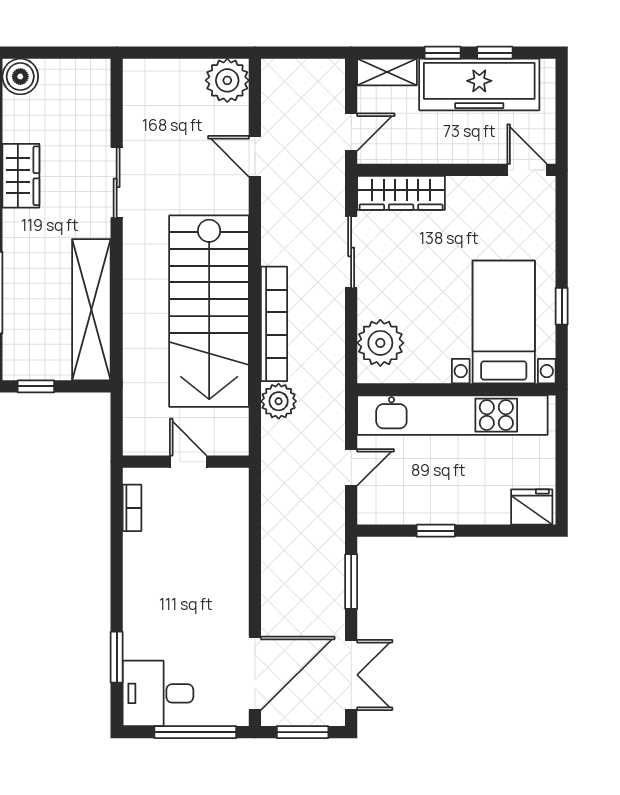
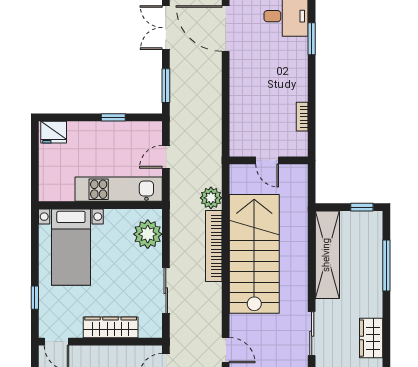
wardrobe: (401, 193) -> (111, 327), moved
window: (562, 306) -> (35, 298), moved
kitchen unit: (452, 415) -> (119, 189), width x0.73
bookcase: (132, 508) -> (302, 117), moved
door: (255, 673) -> (226, 29), hinge flipped

